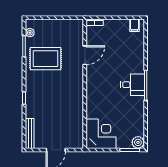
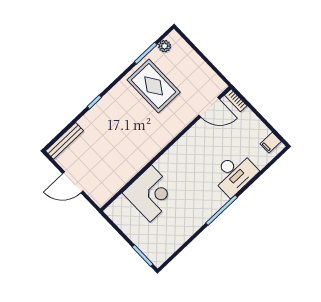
door: (85, 55) -> (209, 107), moved
desk: (133, 85) -> (234, 174), moved, width x1.37
corner desk: (101, 134) -> (151, 193), moved
plant: (138, 142) -> (158, 257), removed

